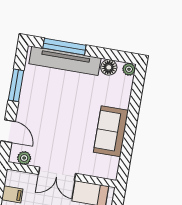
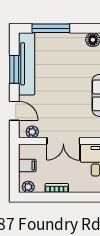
tv unit: (65, 61) -> (27, 64), moved, turned -90

